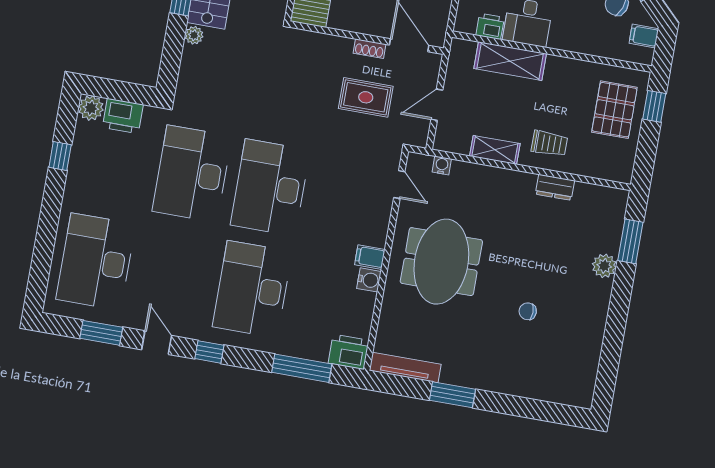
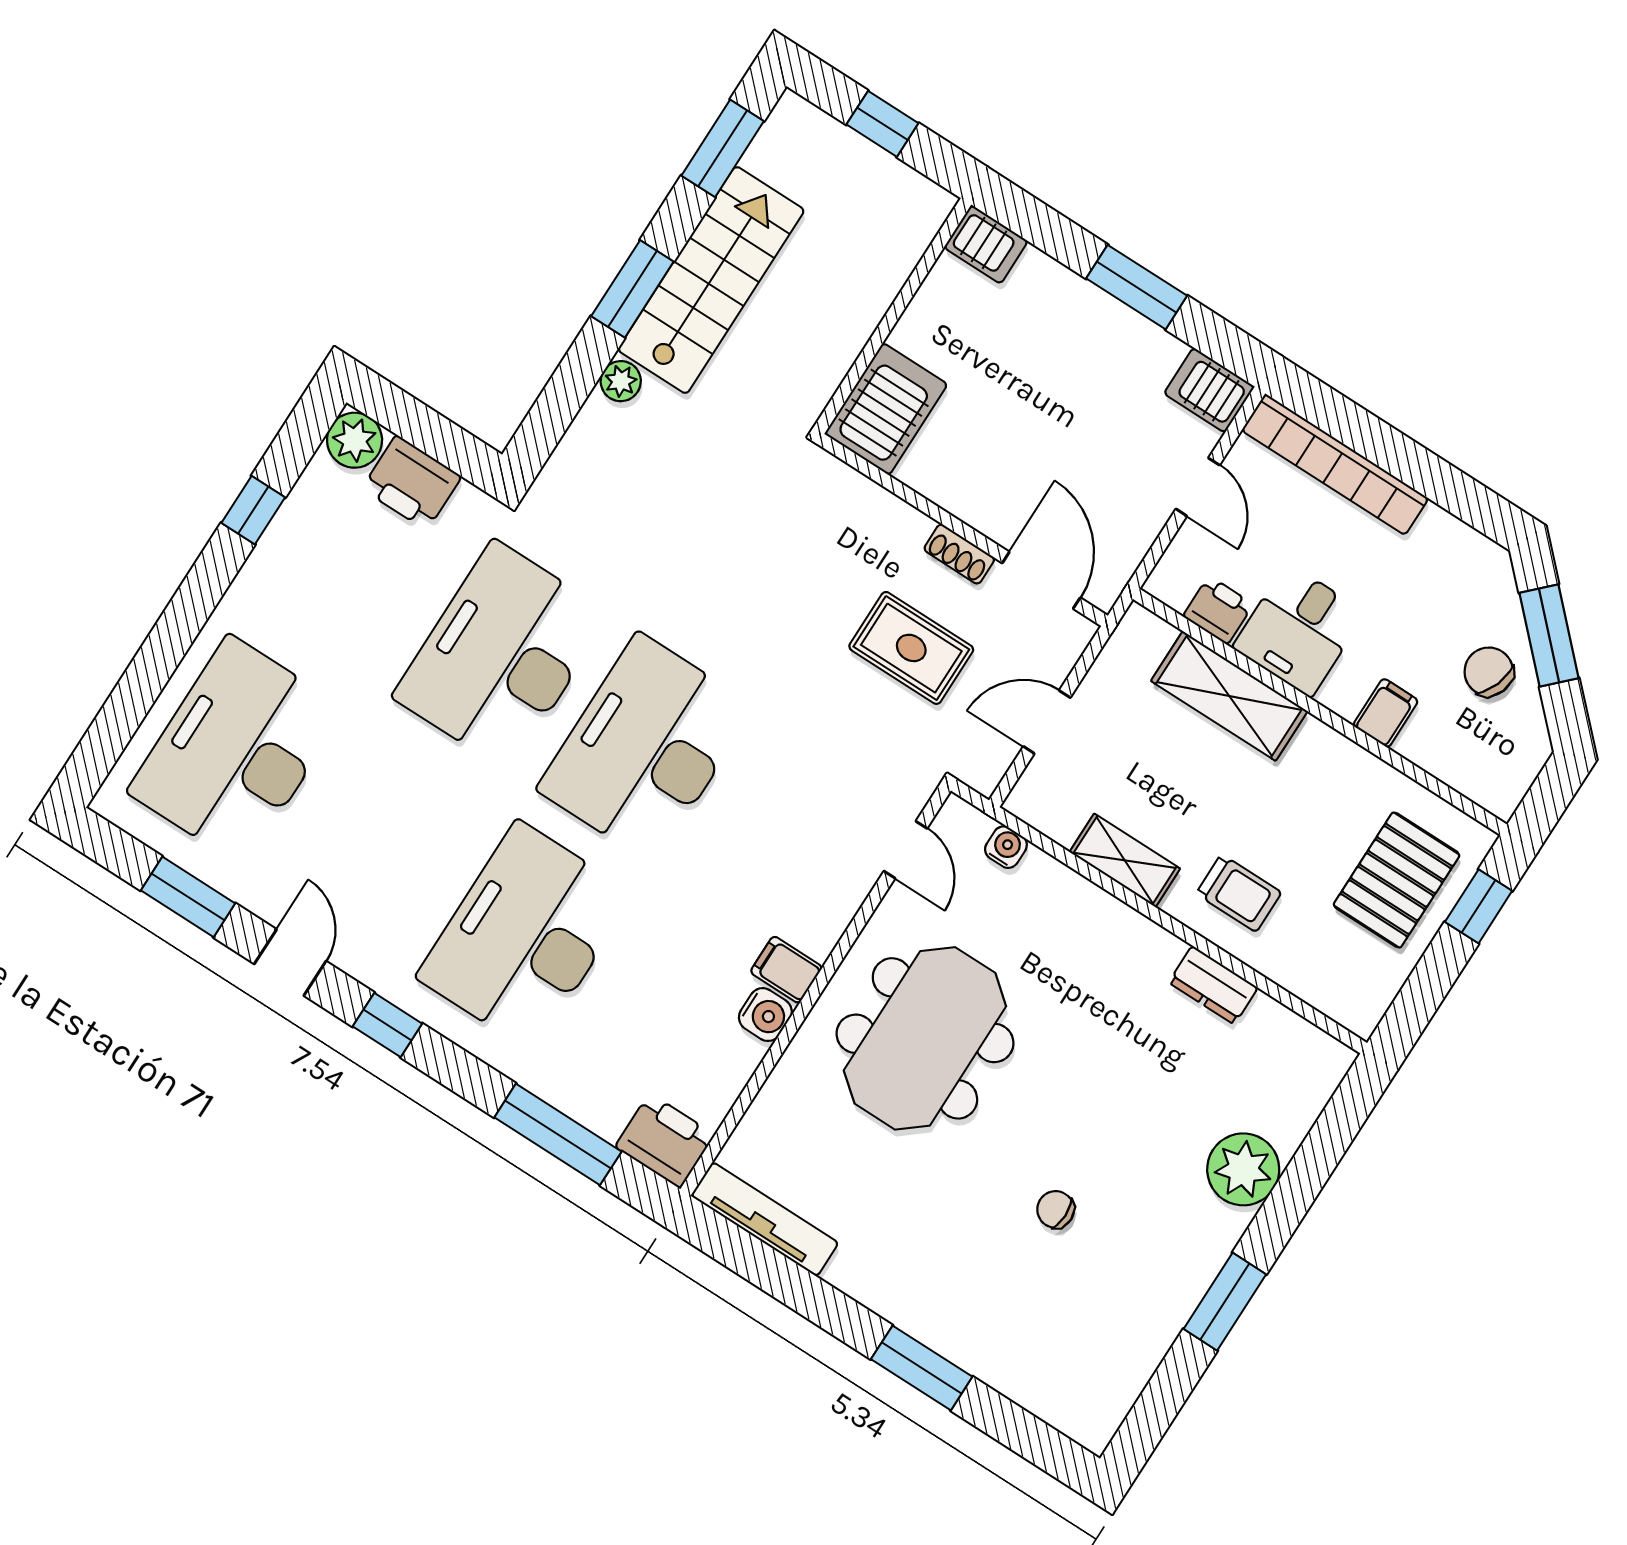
filing cabinet: (644, 36) -> (1386, 713), moved, turned 90
window: (630, 241) -> (1225, 1302), moved
plant: (604, 266) -> (1243, 1169), width x1.36, depth x1.36
window: (452, 395) -> (922, 1368), moved

